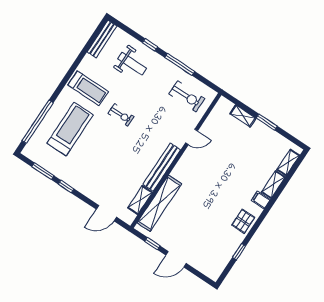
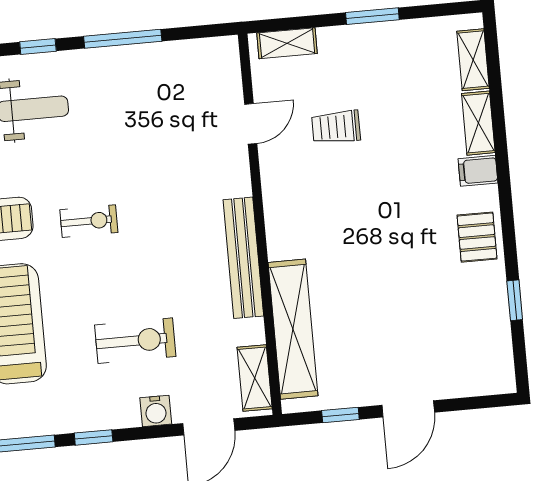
exercise bike: (187, 96) -> (135, 341), moved
shelving: (243, 116) -> (287, 43), moved
door: (192, 137) -> (251, 124), moved
trolley: (226, 149) -> (336, 127), added
water cooler: (93, 194) -> (156, 411), added
shelving: (140, 200) -> (255, 378), moved

